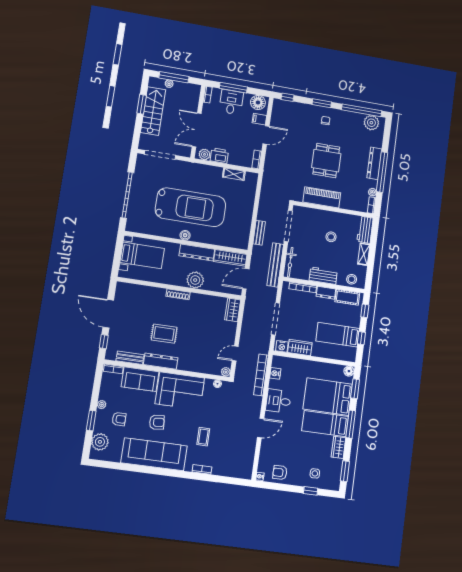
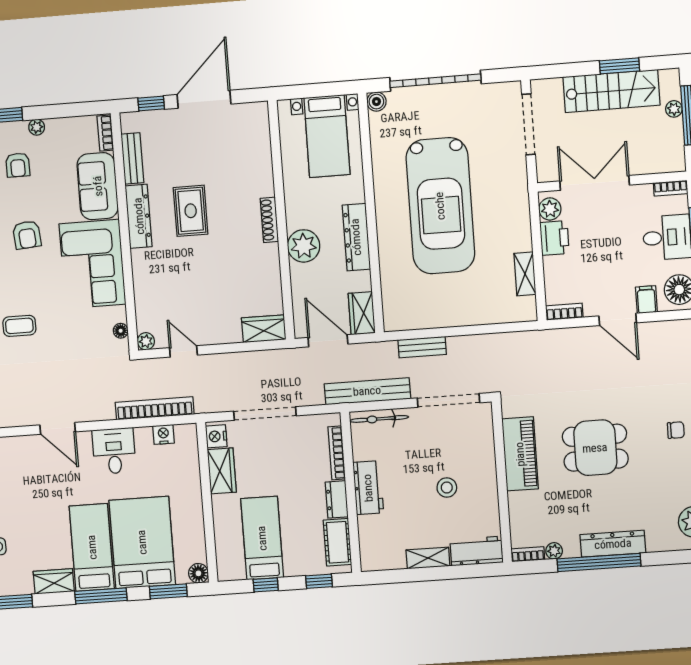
boiler: (185, 235) -> (376, 102), moved
wardrobe: (230, 258) -> (362, 313), width x0.67
stool: (352, 279) -> (374, 544), removed

